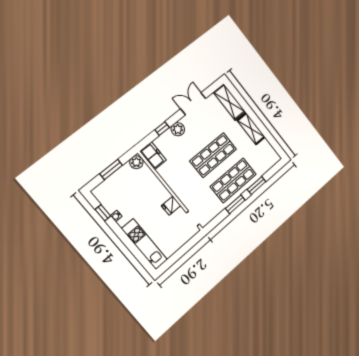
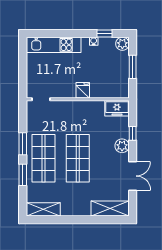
shelving: (251, 129) -> (43, 209), moved
plant: (136, 162) -> (122, 44), moved
fridge: (171, 206) -> (83, 90), moved

